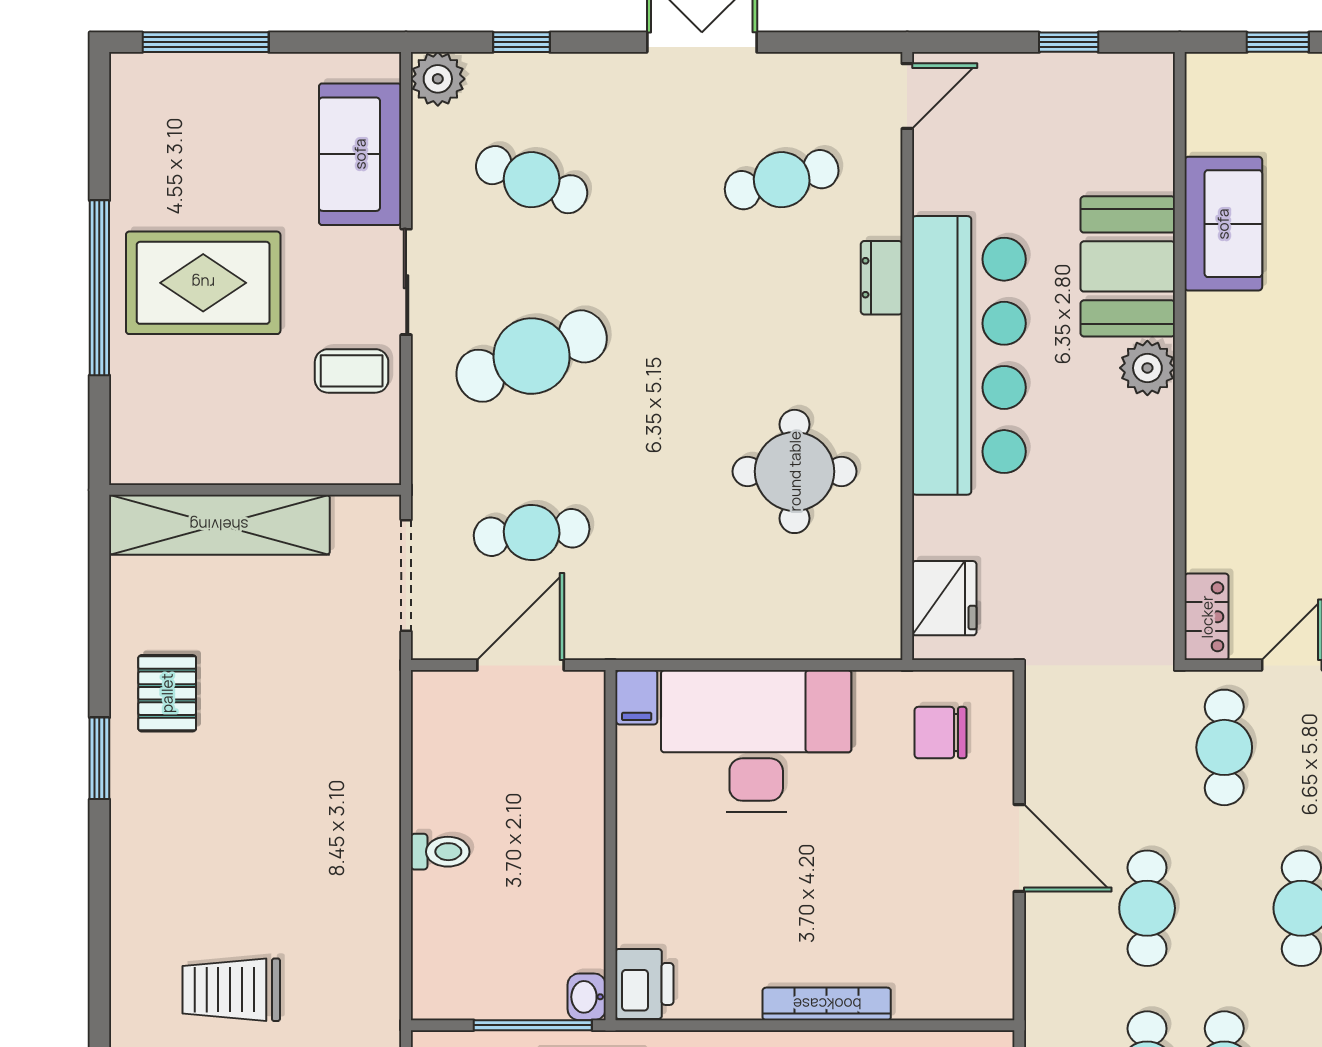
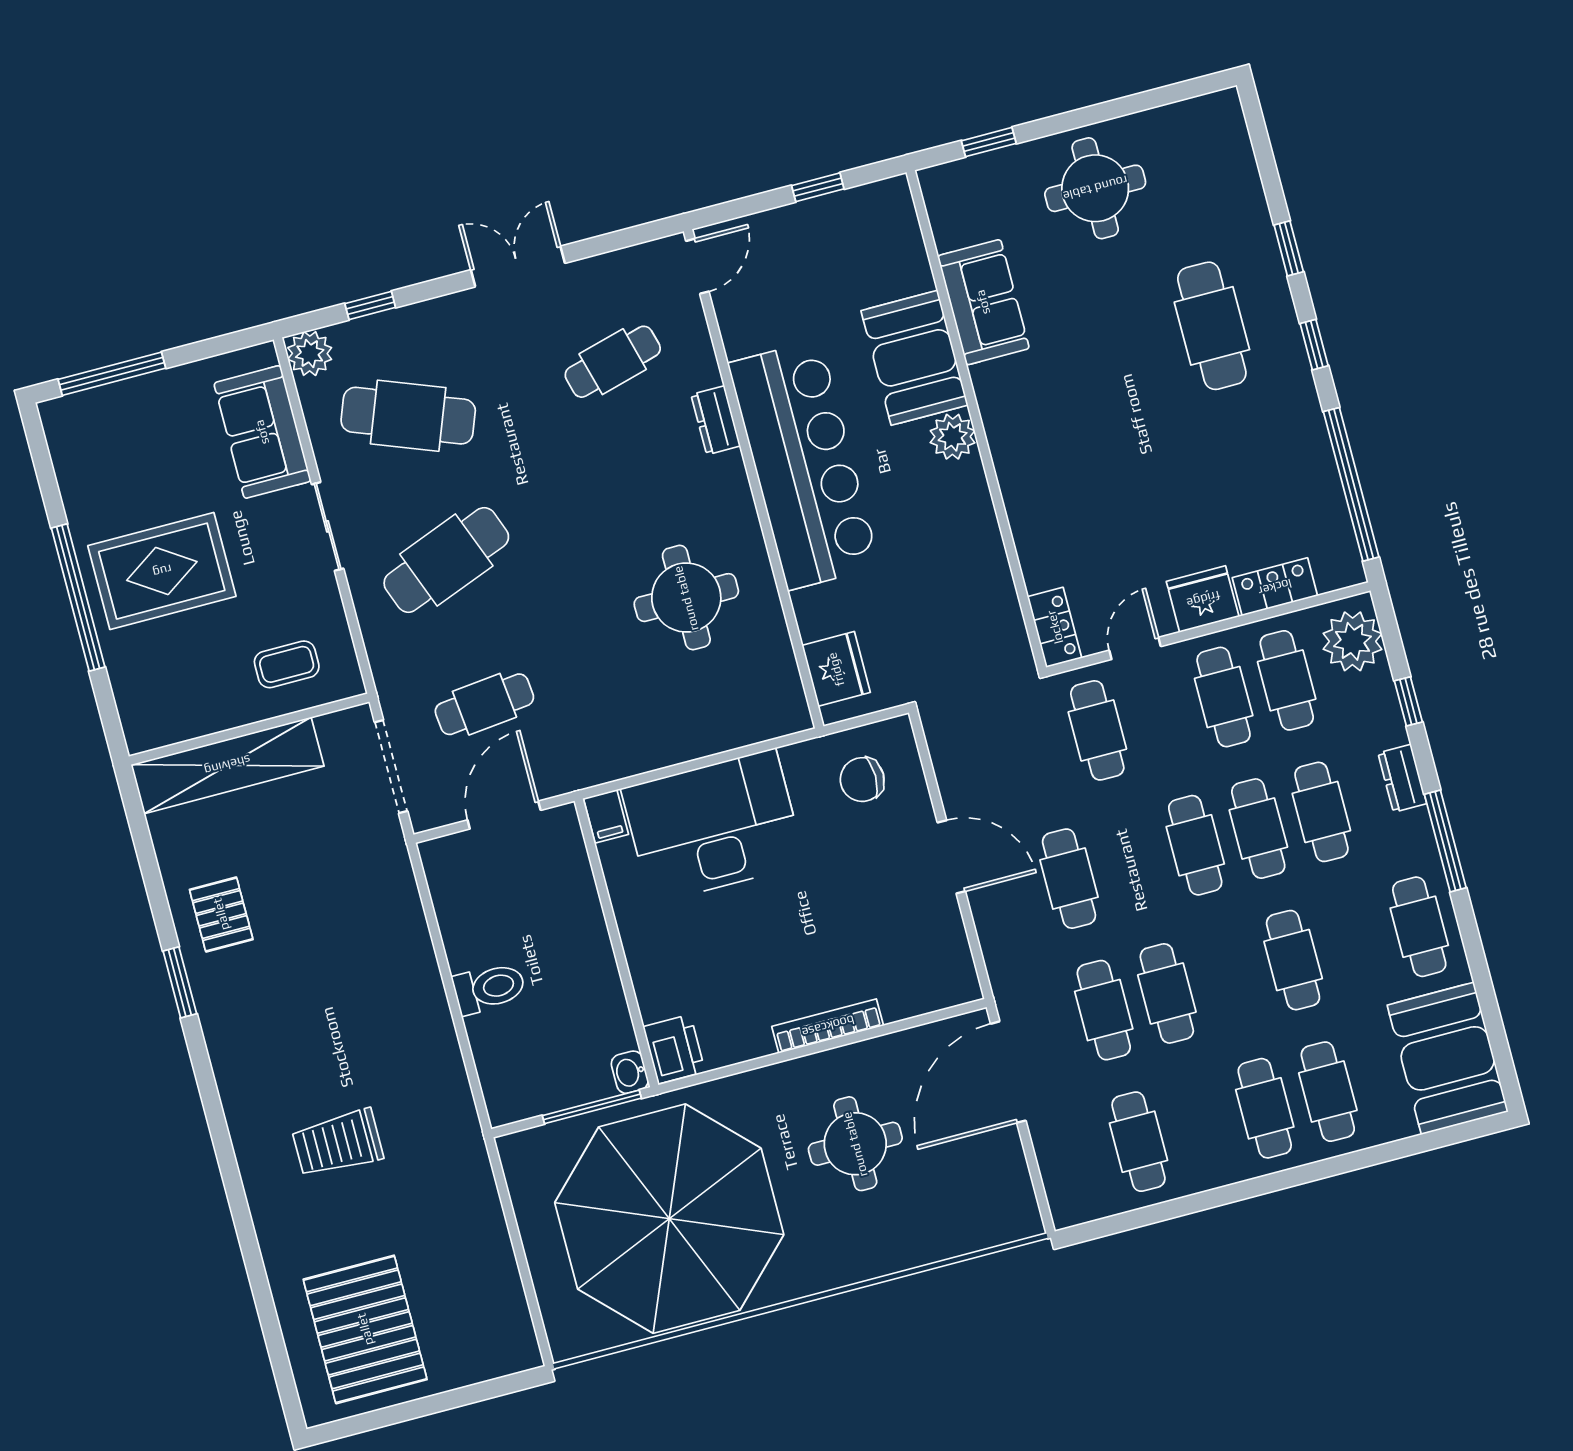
cafe table: (532, 180) -> (408, 416), width x1.37, depth x1.35
coffee table: (352, 371) -> (287, 664), moved
toilet: (440, 852) -> (489, 988), width x1.37, depth x1.39

